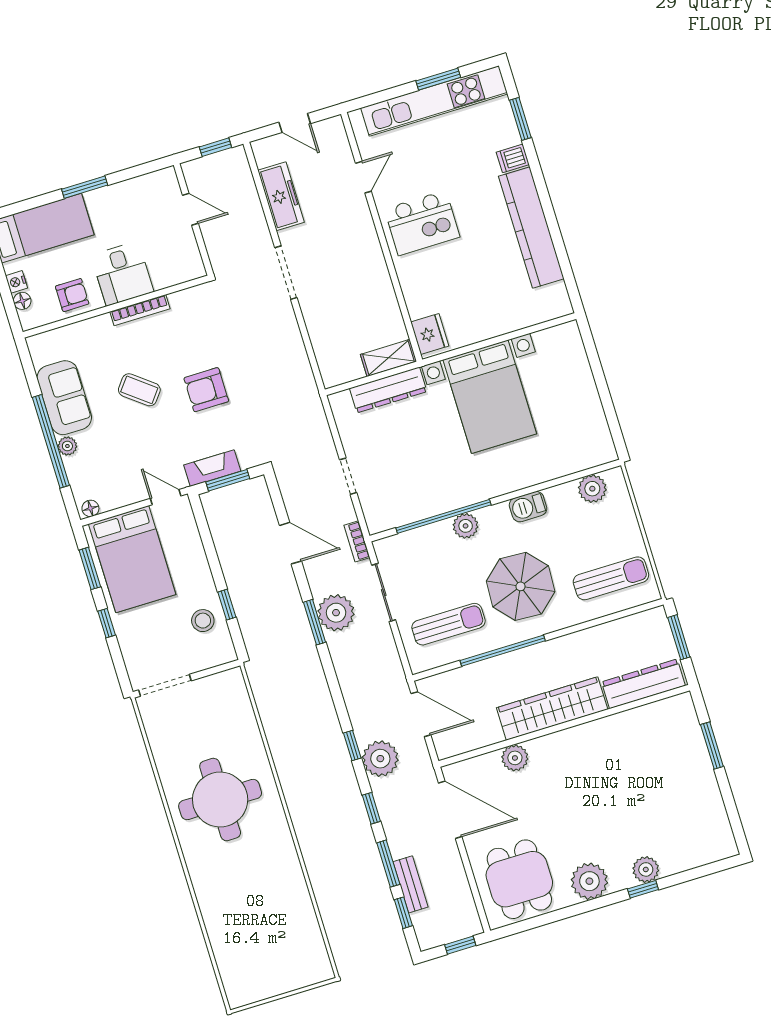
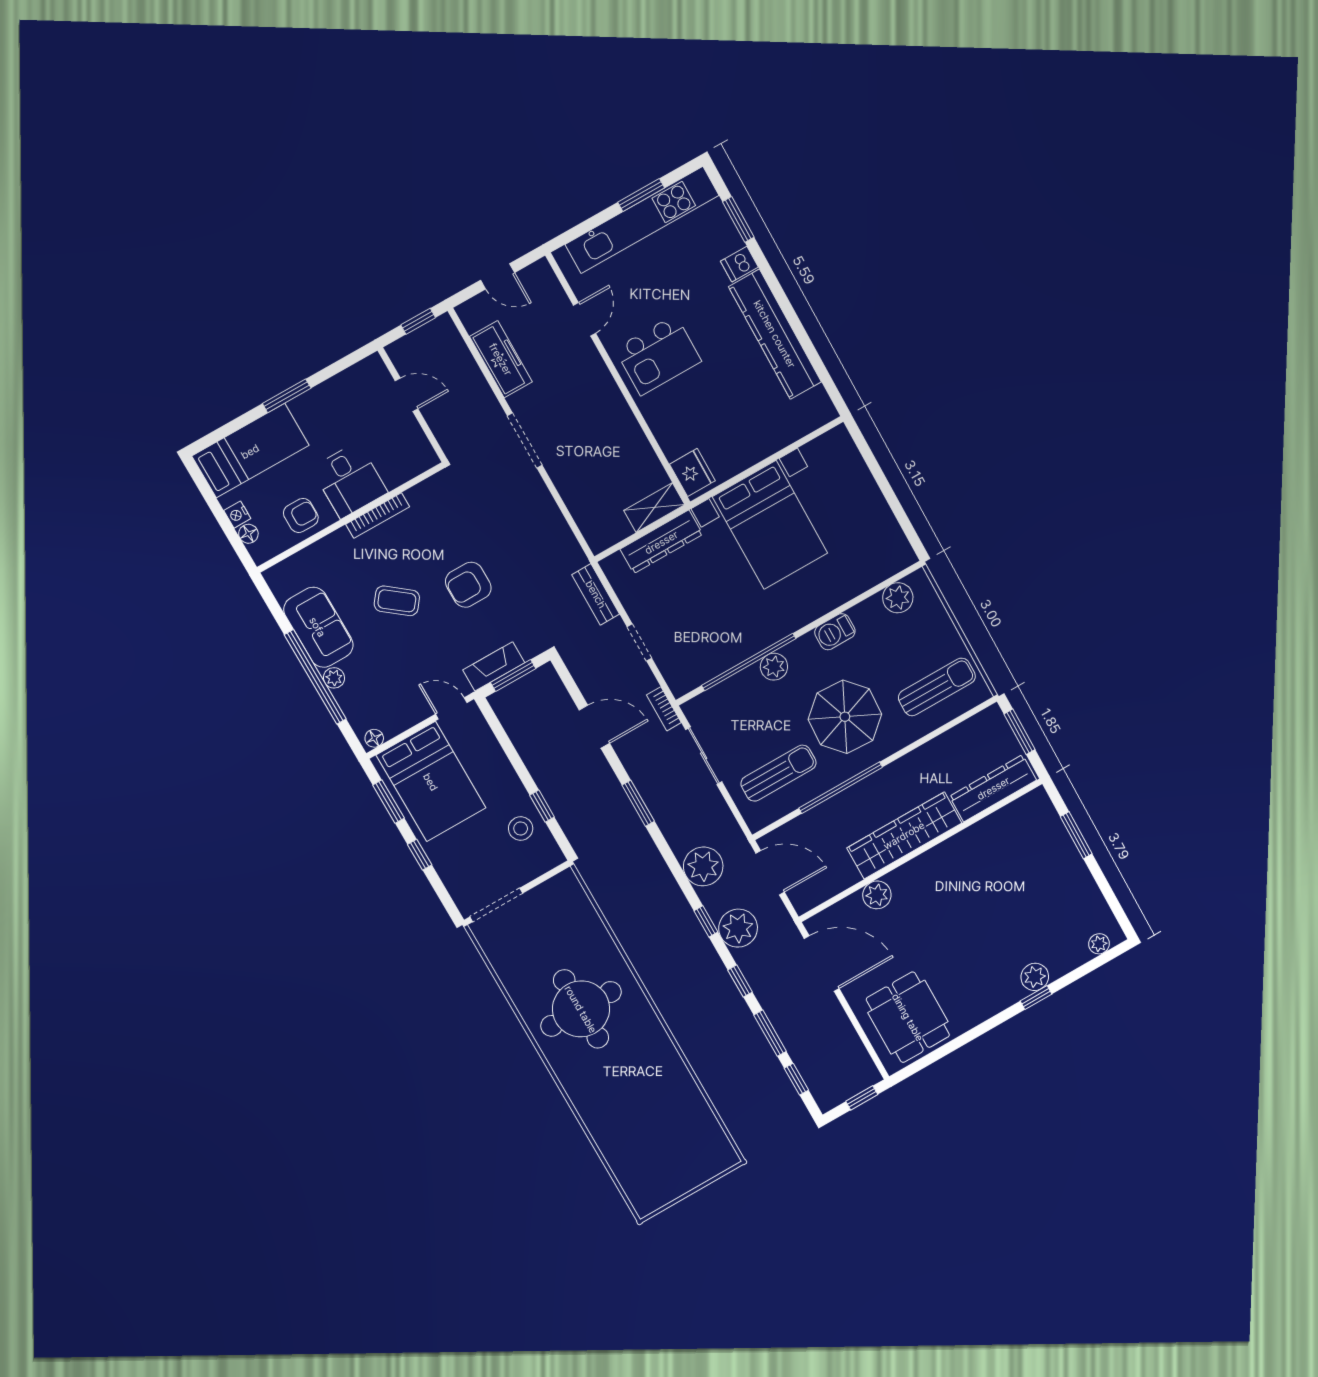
plant: (336, 613) -> (703, 866), moved
plant: (589, 881) -> (1099, 944), moved, width x0.53, depth x0.53
bench: (411, 884) -> (596, 594), moved

